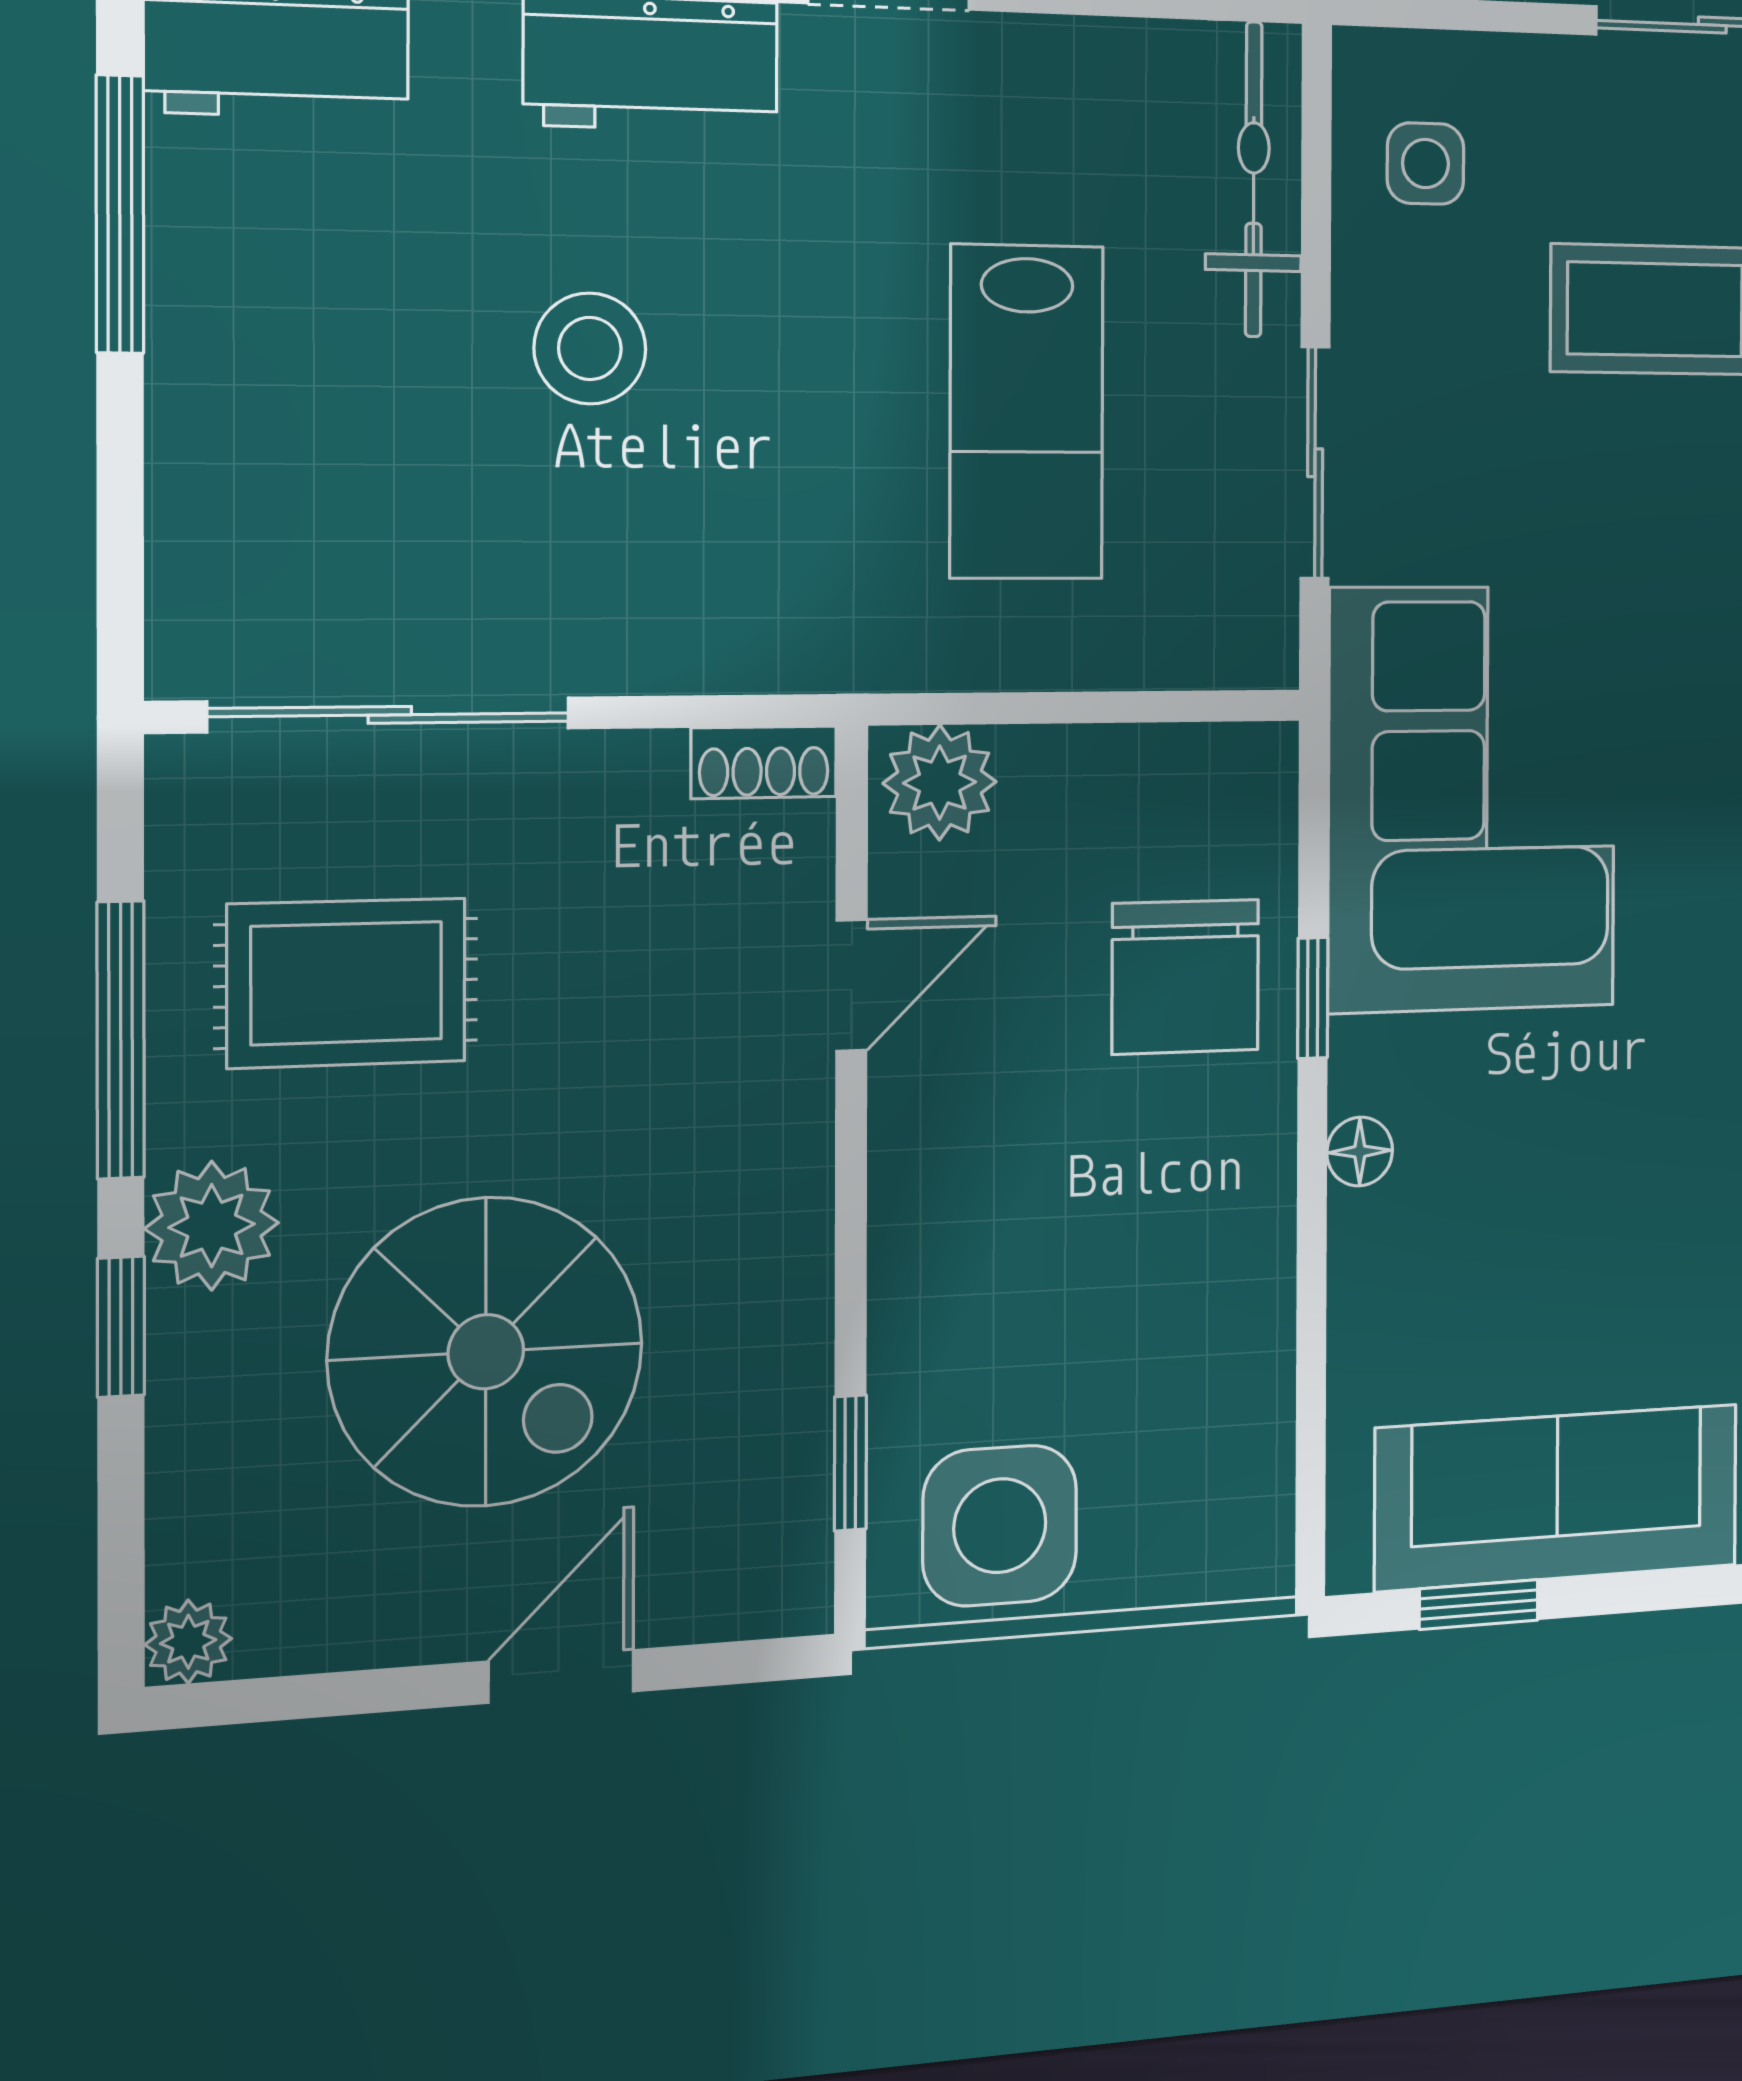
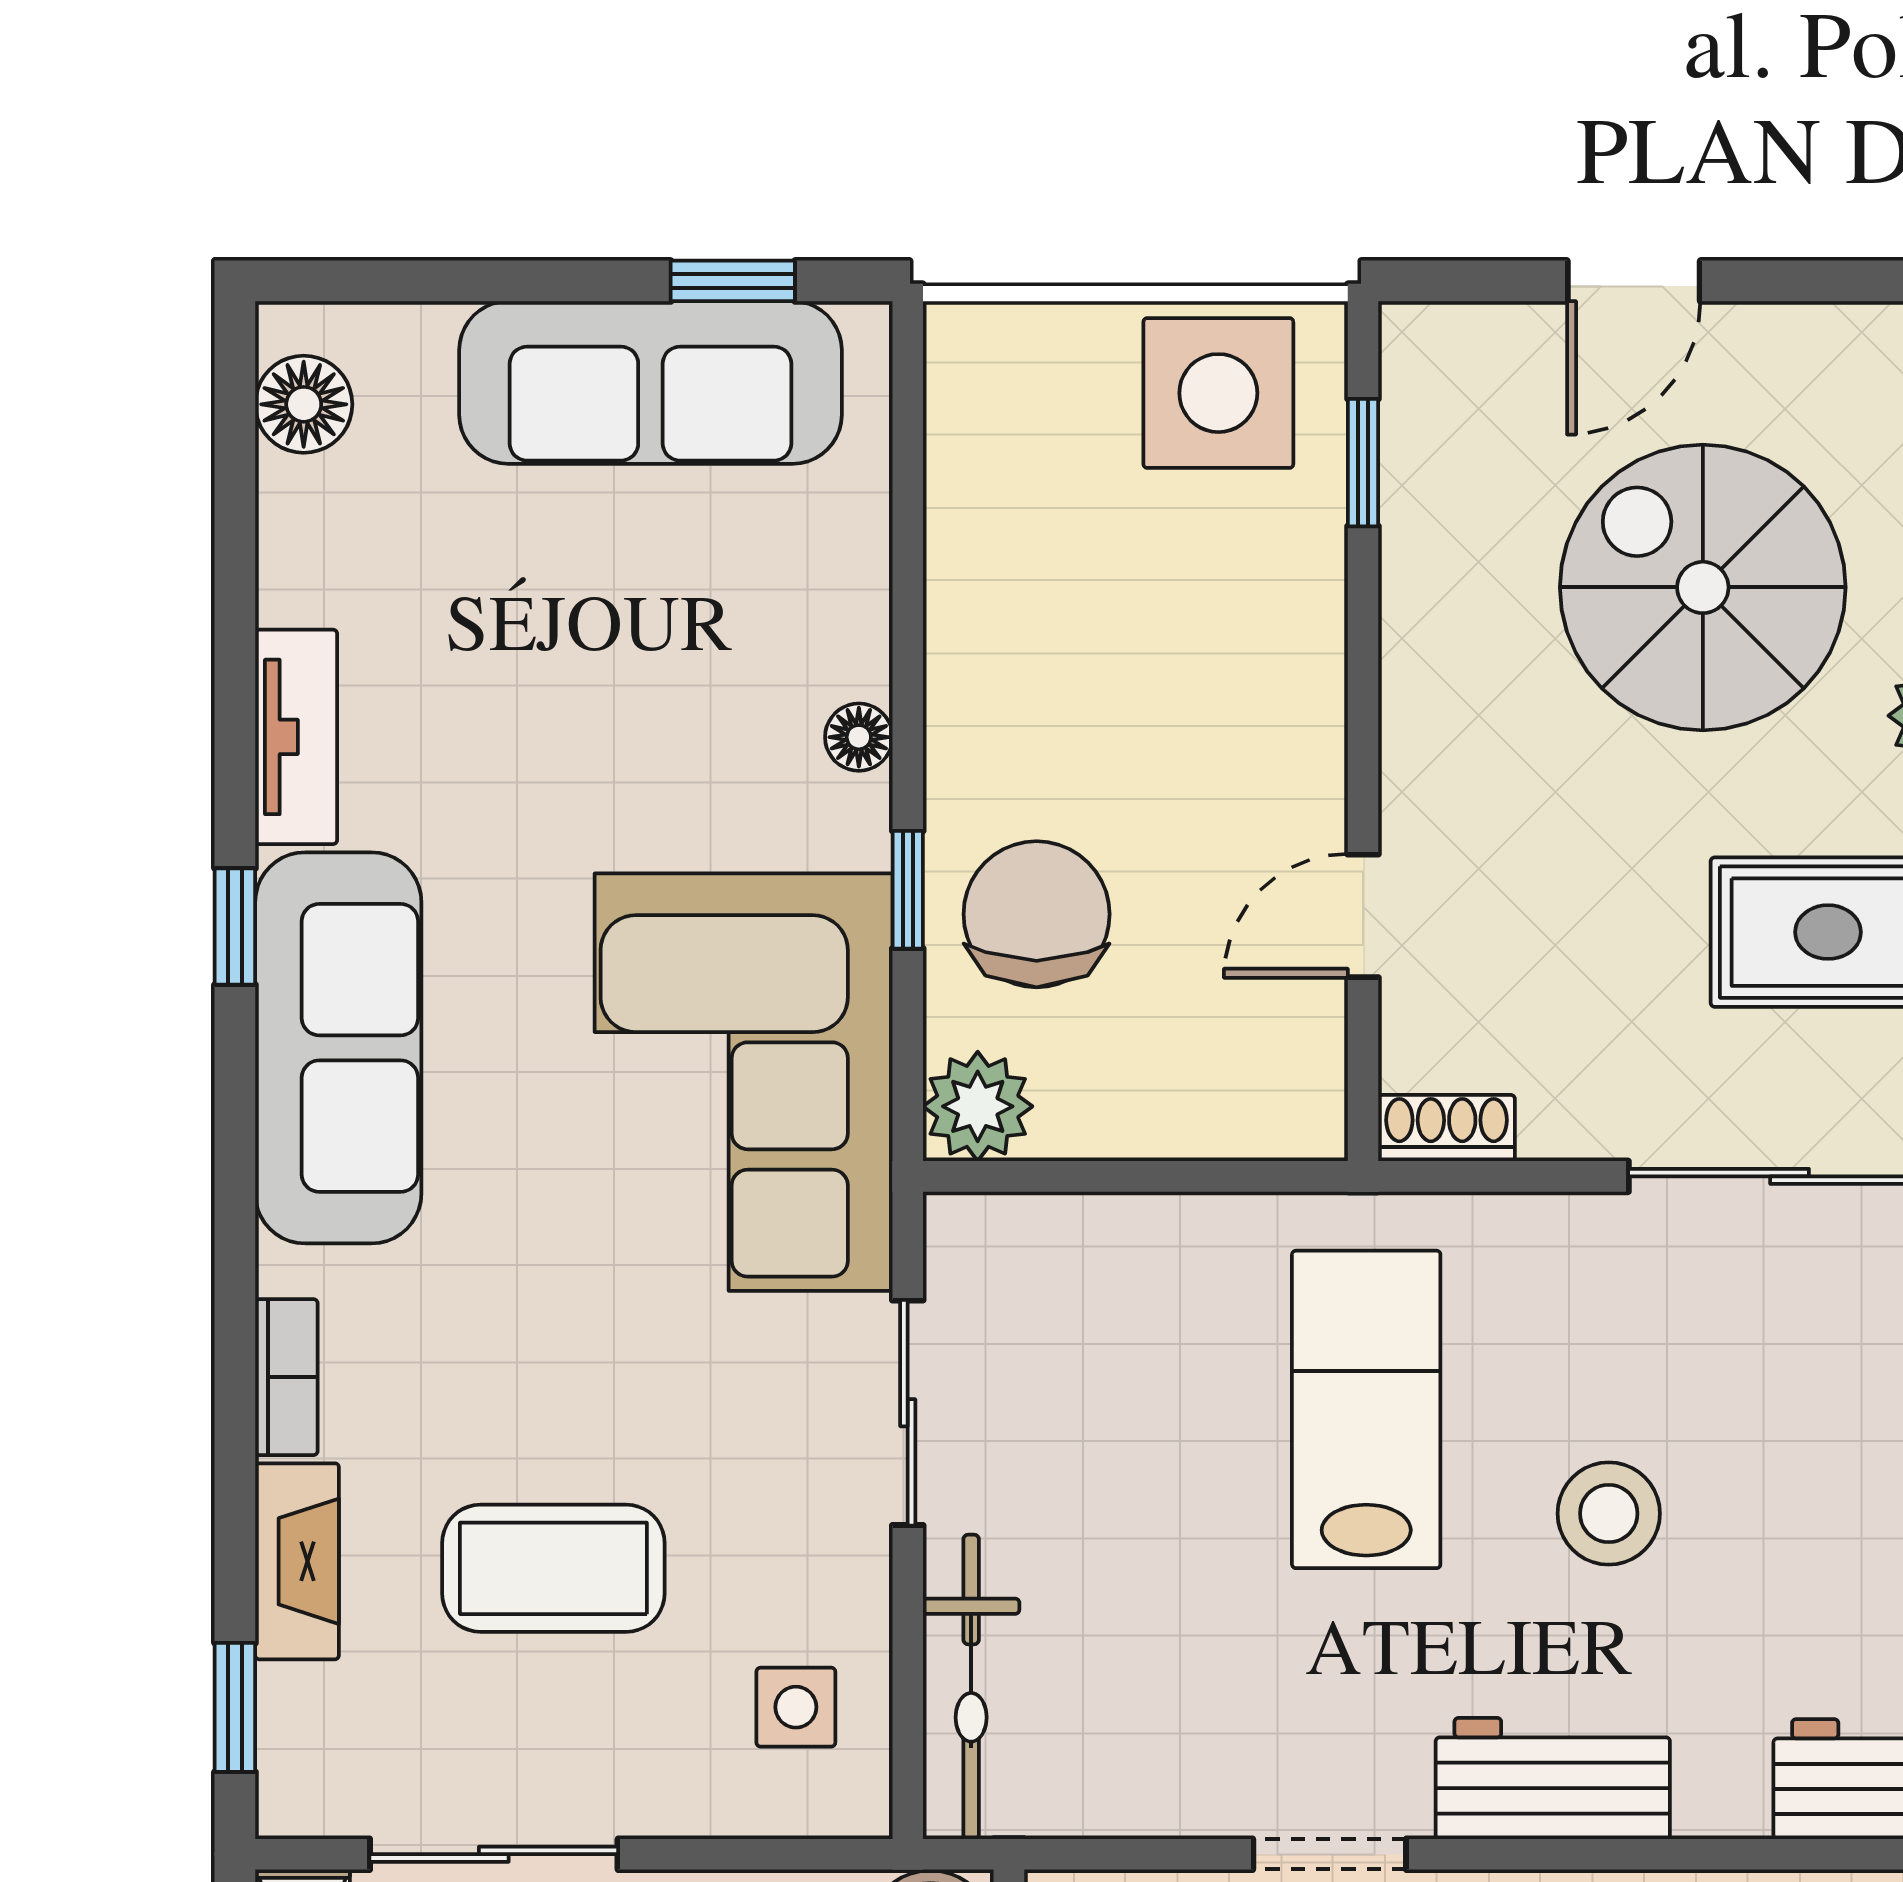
lab bench: (1027, 412) -> (1366, 1409), moved
plant: (940, 783) -> (978, 1106), moved

